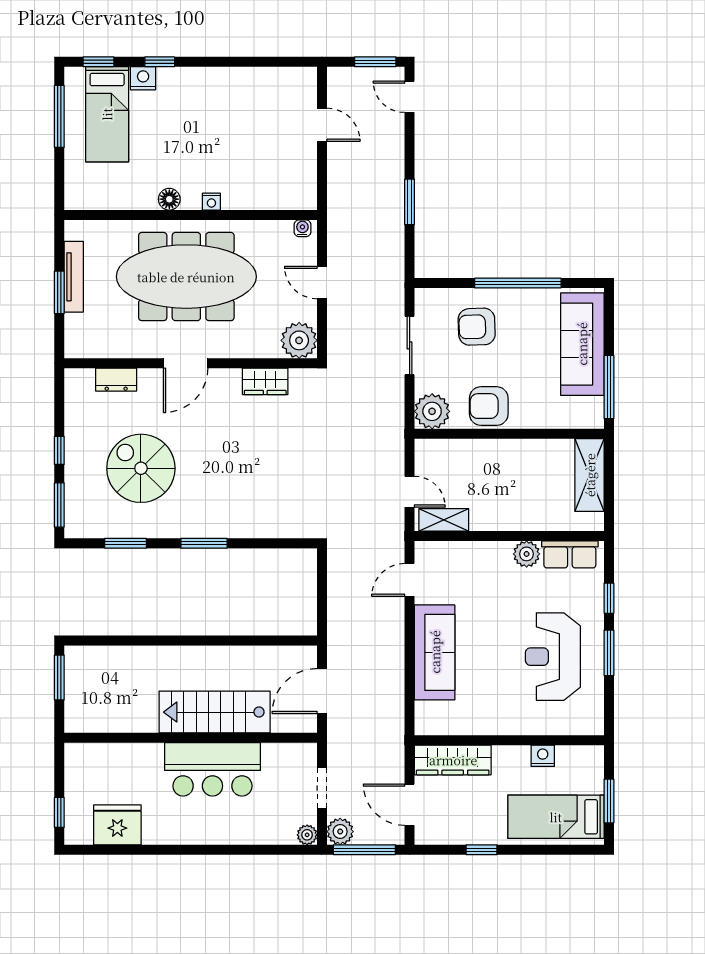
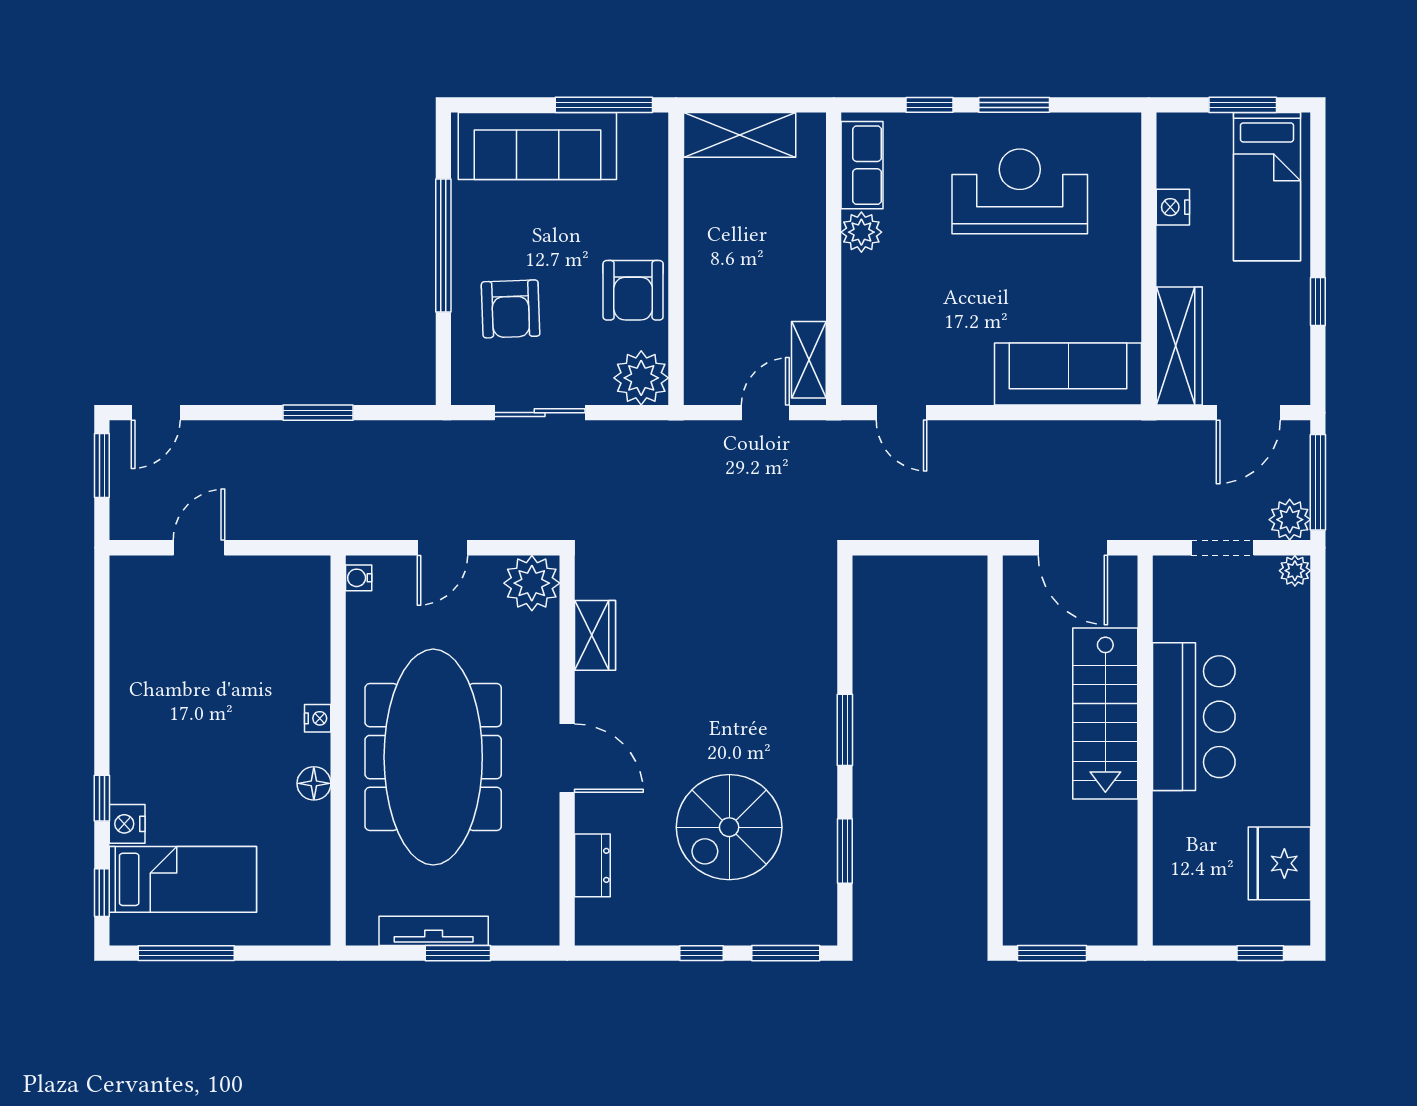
sofa: (435, 652) -> (1068, 374), moved
reception desk: (553, 657) -> (1020, 191), turned 180

